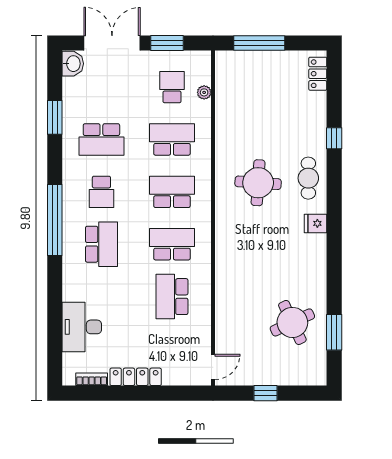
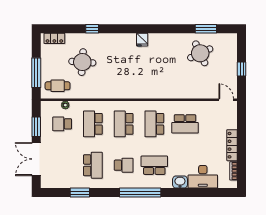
washbasin: (73, 64) -> (180, 182), moved
cafe table: (308, 178) -> (58, 86), moved
round table: (258, 183) -> (82, 62), moved

